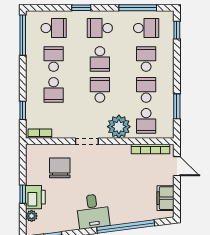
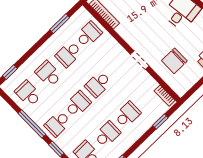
window: (138, 8) -> (32, 124), moved
school desk: (100, 28) -> (58, 124), turned 90
school desk: (54, 59) -> (107, 134), turned 180
school desk: (146, 59) -> (48, 74), turned 90
plant: (119, 127) -> (110, 49), removed

